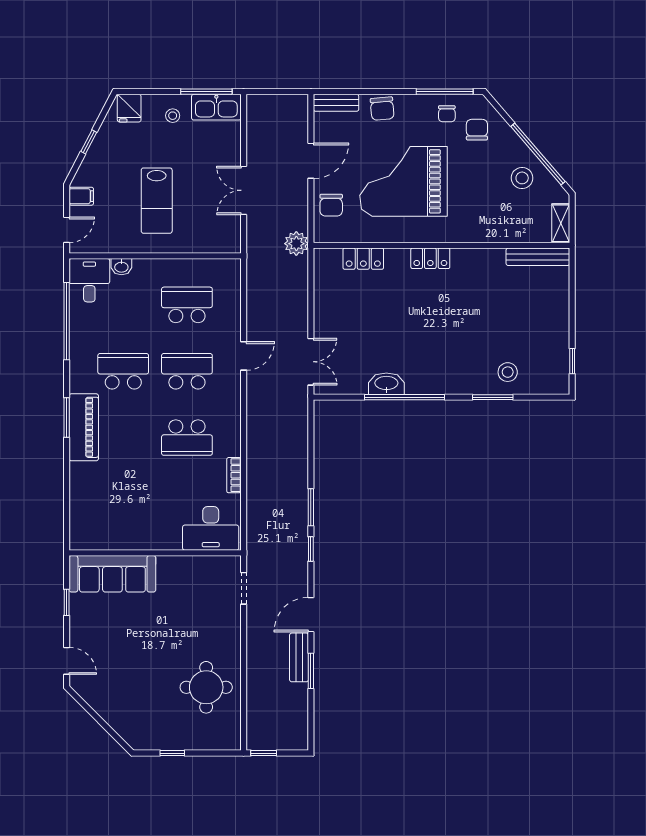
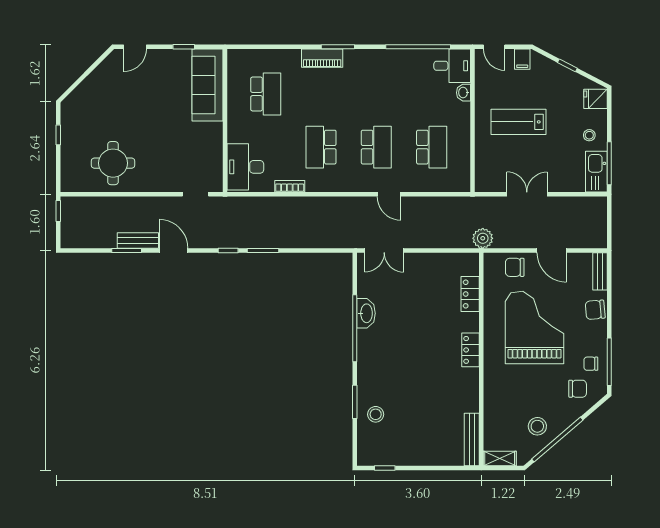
school desk: (123, 371) -> (266, 94), moved
piano: (84, 427) -> (322, 58), width x0.73, depth x0.75

